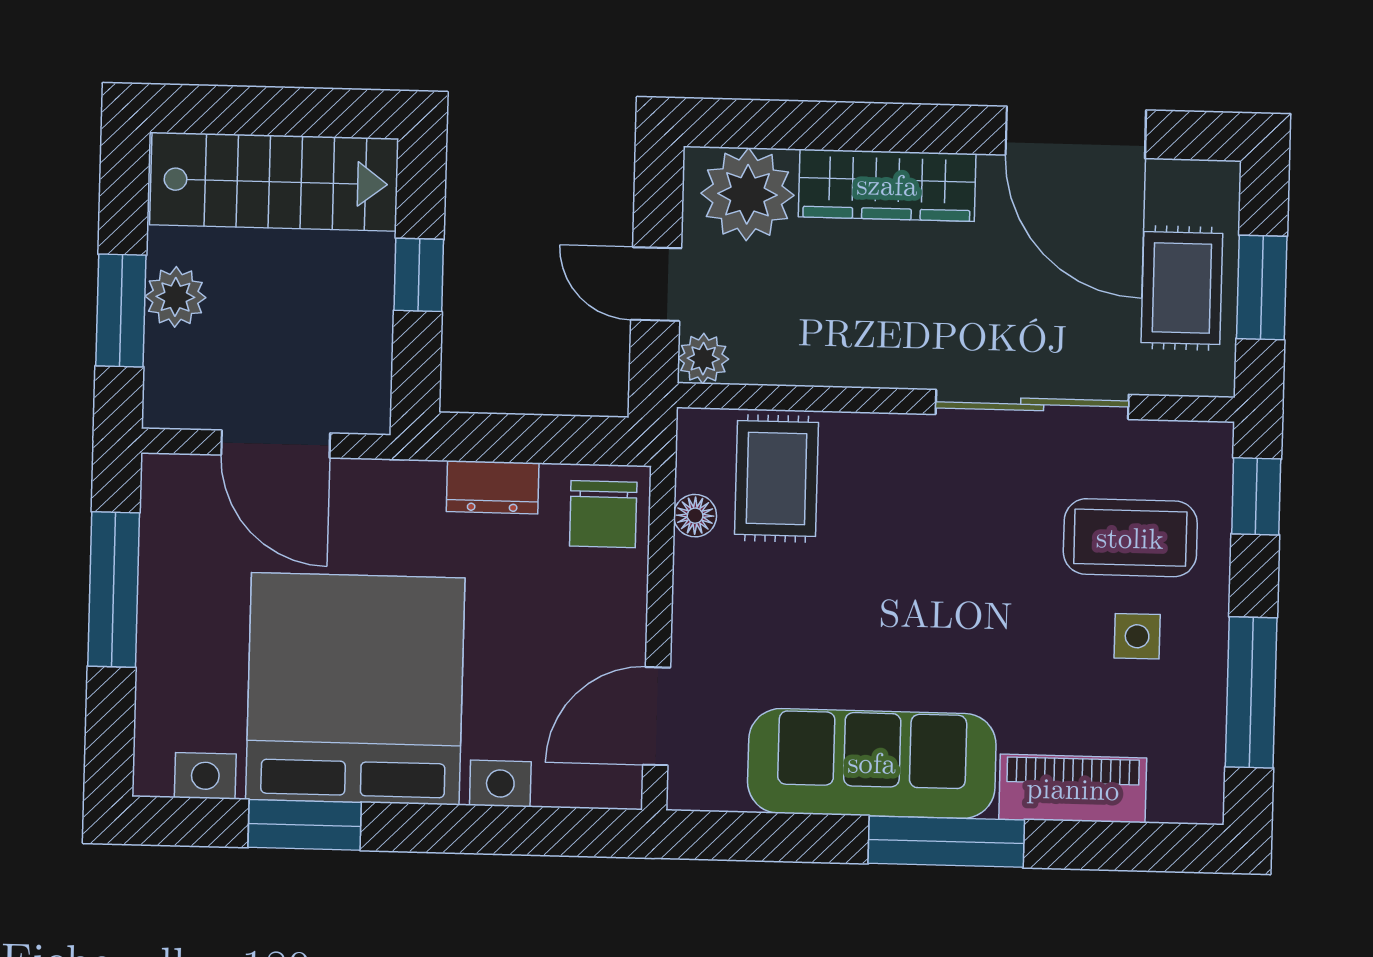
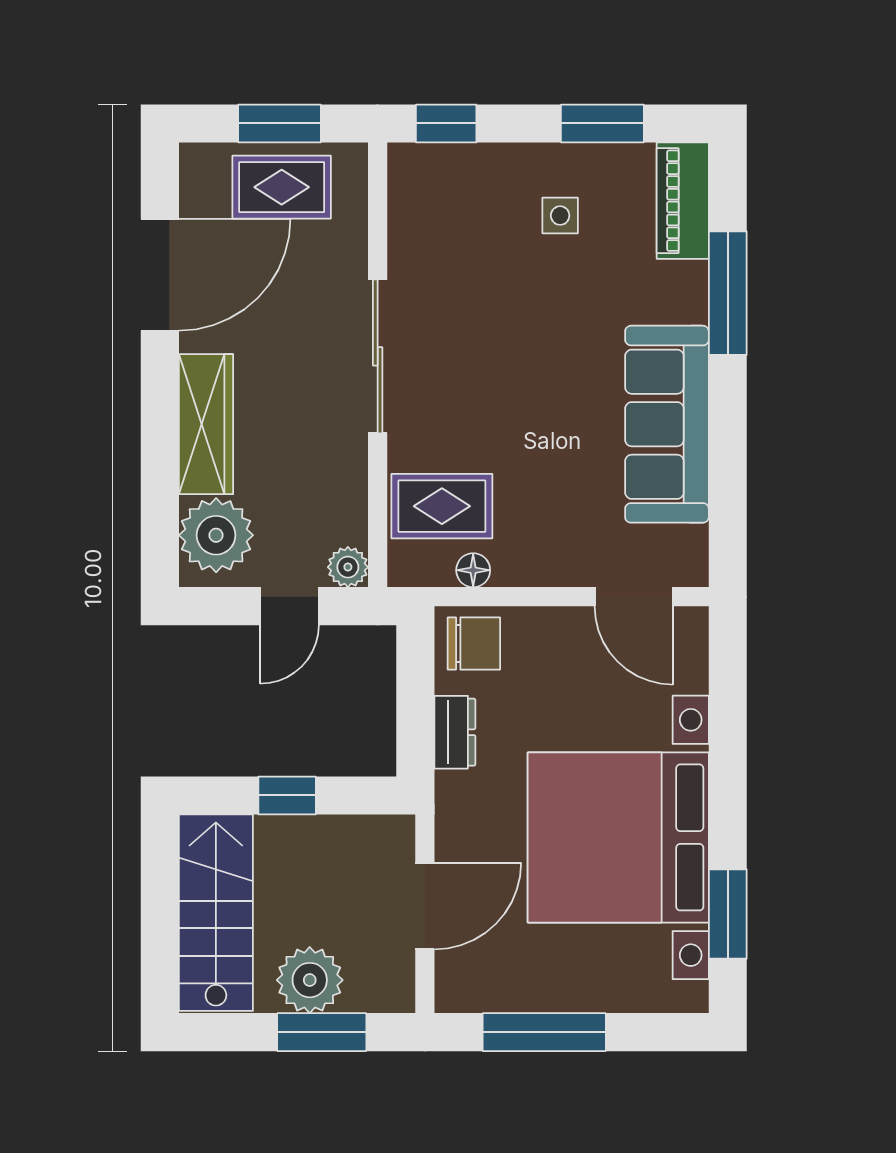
plant: (175, 297) -> (310, 980), width x1.36, depth x1.36
sliding door: (1032, 404) -> (378, 356), moved
coffee table: (1130, 538) -> (482, 223), removed
window: (1251, 692) -> (602, 123), width x0.69
piano: (1073, 789) -> (683, 201), moved
window: (305, 825) -> (728, 914), moved
window: (946, 842) -> (728, 293), moved

